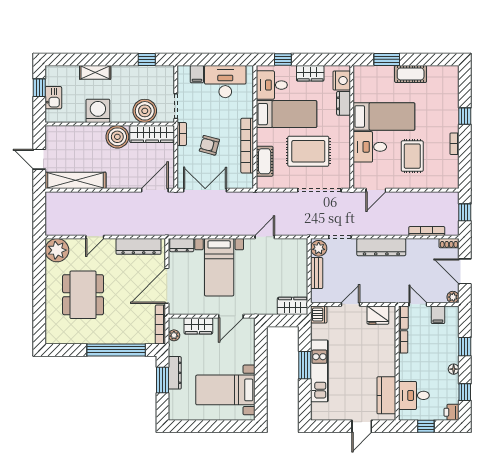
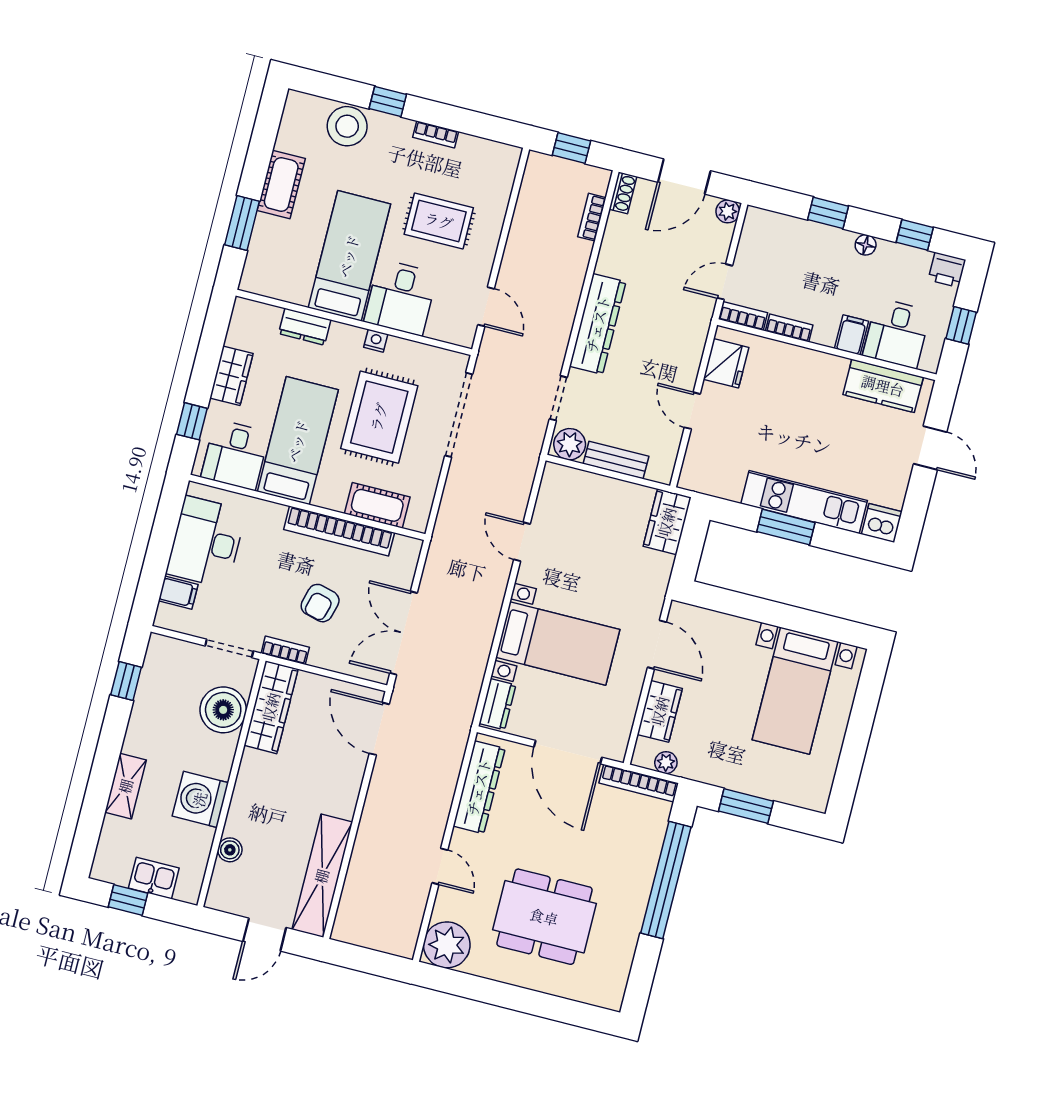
nightstand: (342, 81) -> (376, 341), moved, width x0.53, depth x0.56
stool: (447, 99) -> (347, 126), added
boiler: (117, 137) -> (230, 850), moved, width x0.54, depth x0.54
bookcase: (427, 231) -> (592, 217), width x0.64
dishwasher: (319, 315) -> (882, 523), moved
filing cabinet: (438, 315) -> (852, 335), moved, turned -90
dresser: (175, 373) -> (738, 779), removed

